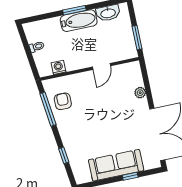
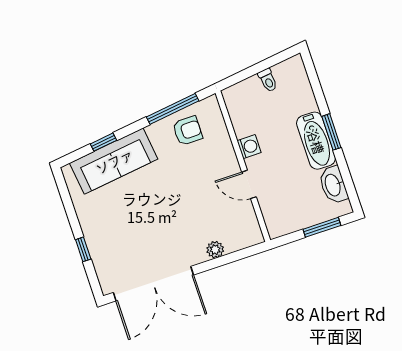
window: (137, 38) -> (322, 227), moved
washing machine: (59, 67) -> (249, 147), moved
sofa: (116, 165) -> (114, 161), moved, turned 83

